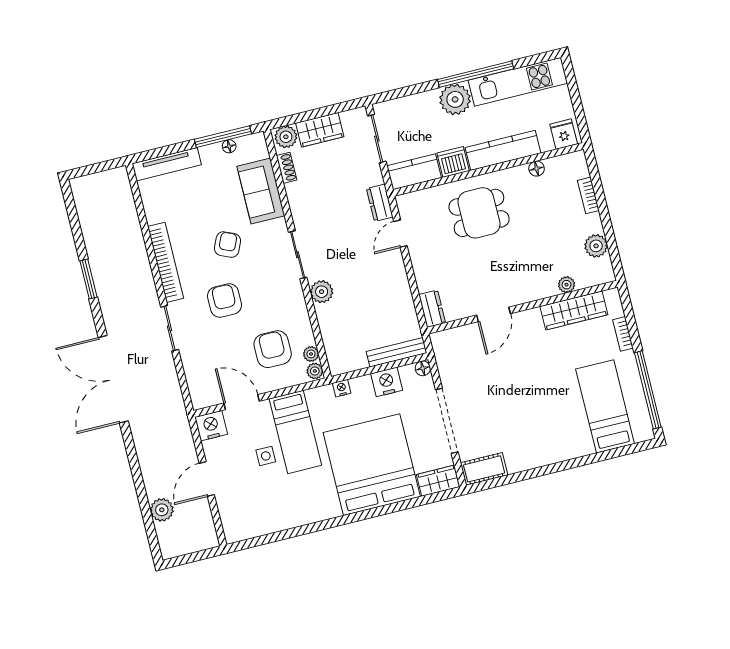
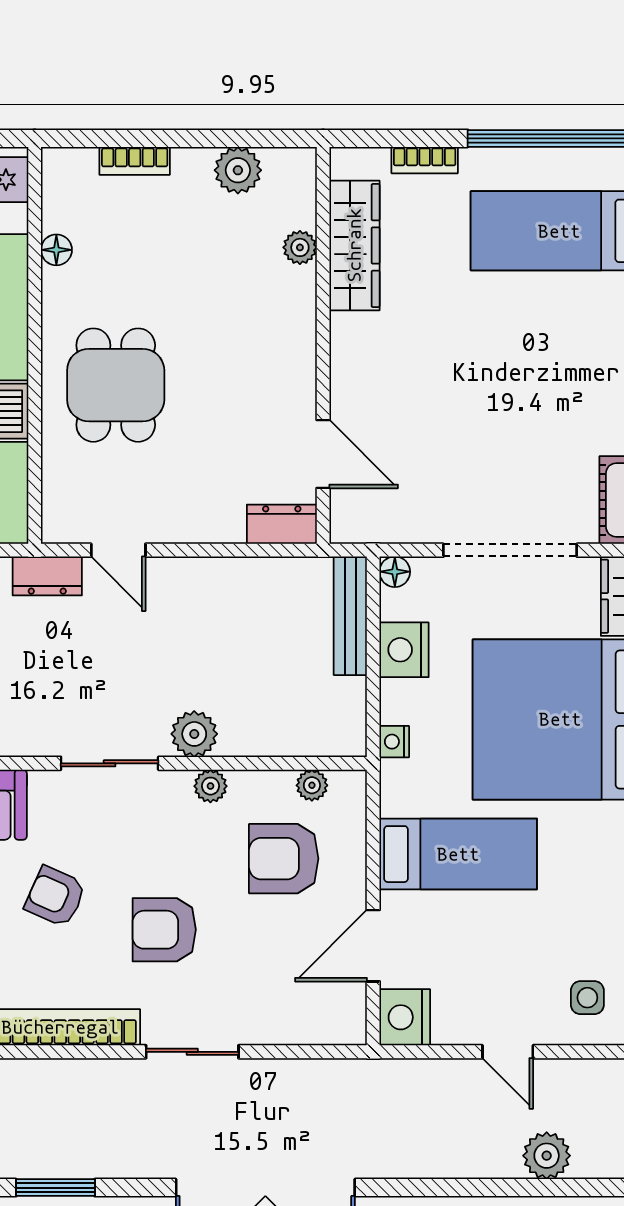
door: (494, 314) -> (323, 454), moved
plant: (315, 371) -> (210, 786), moved
side table: (266, 456) -> (587, 998), moved
door: (207, 479) -> (508, 1052), width x0.73

